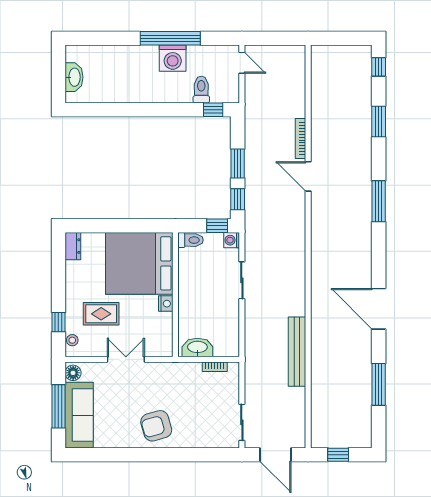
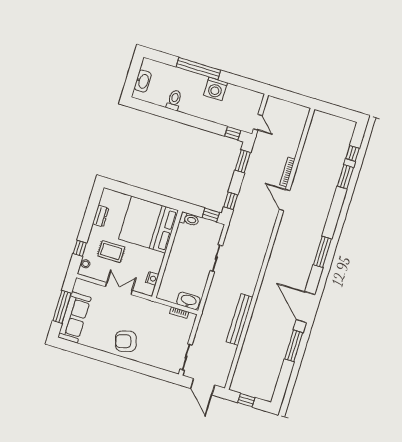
window: (170, 38) -> (198, 69), moved
door: (242, 63) -> (258, 122), moved
window: (379, 67) -> (352, 153), moved
toilet: (201, 90) -> (174, 100), moved
window: (238, 164) -> (243, 161), moved
window: (379, 201) -> (322, 252), moved
washing machine: (232, 240) -> (218, 228), removed
dresser: (73, 246) -> (101, 216), moved
nightstand: (166, 304) -> (152, 278), moved
washbasin: (197, 347) -> (188, 301), moved
floor lamp: (73, 373) -> (79, 287), removed
window: (379, 384) -> (294, 346), moved

